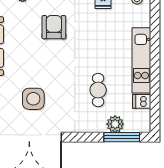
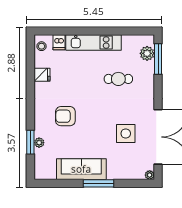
dishwasher: (142, 101) -> (59, 42), moved
plant: (115, 124) -> (147, 53), moved

